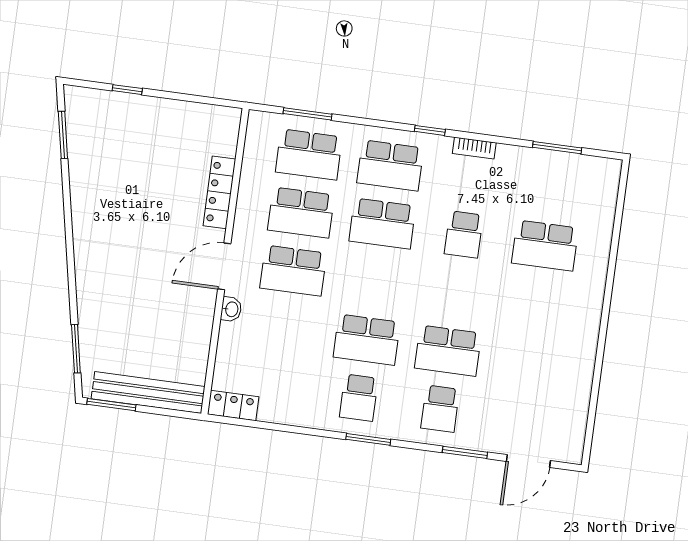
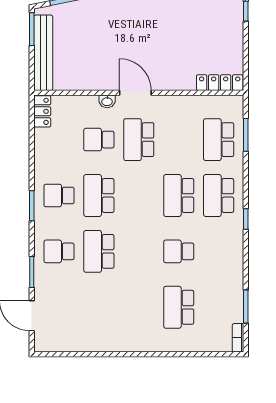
bookcase: (474, 148) -> (238, 338), moved
locker: (219, 192) -> (220, 83), moved
school desk: (301, 213) -> (99, 140), moved, width x0.54

